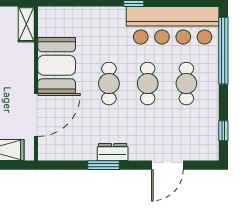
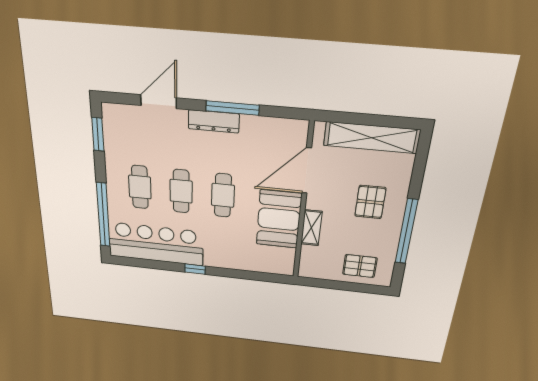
shelving: (26, 24) -> (311, 228), moved
window: (223, 131) -> (98, 134), width x1.50
dresser: (113, 152) -> (214, 121), width x1.44
window: (103, 165) -> (232, 108), width x1.44

